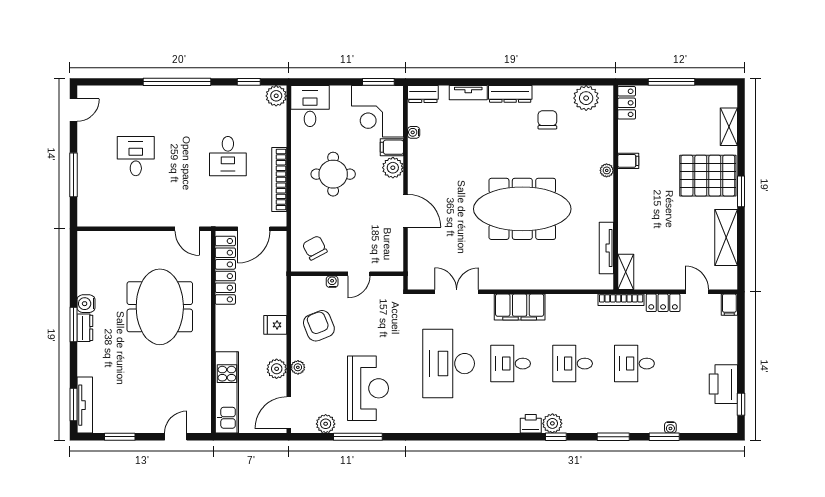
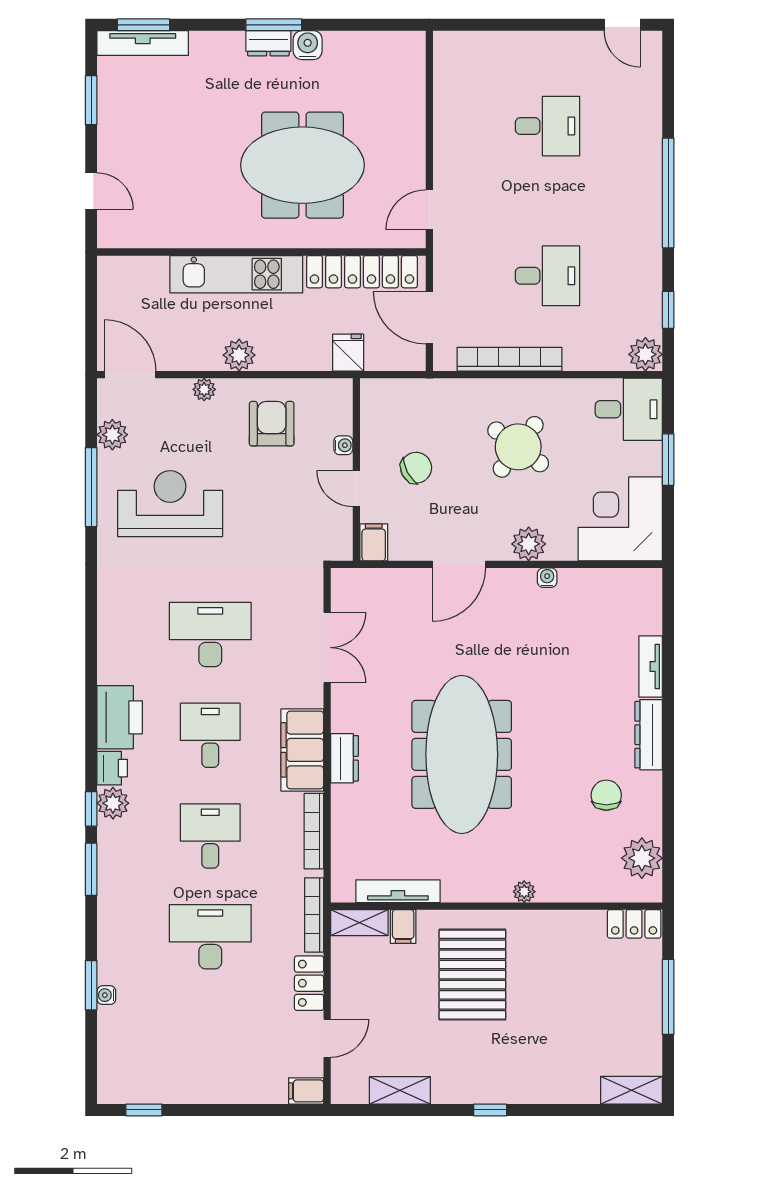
window: (378, 82) -> (668, 460), moved
dresser: (423, 94) -> (344, 758), moved, turned 180
chair: (547, 120) -> (606, 795), turned -90
shelving: (729, 127) -> (631, 1090), moved
water cooler: (414, 132) -> (547, 578), moved
filing cabinet: (392, 147) -> (374, 542), moved
desk: (228, 156) -> (548, 276), turned 180
filing cabinet: (628, 161) -> (403, 927), moved
round table: (333, 174) -> (518, 447), turned 37
window: (74, 175) -> (517, 25), removed
pallet: (708, 176) -> (472, 975), moved
window: (741, 191) -> (490, 1110), width x0.67
shelving: (726, 237) -> (400, 1090), width x0.67, depth x0.75
chair: (315, 248) -> (416, 468), moved
bookcase: (570, 300) -> (314, 831), added
fridge: (275, 325) -> (348, 353), moved
armchair: (319, 326) -> (272, 424), turned -68
desk: (449, 364) -> (210, 635), width x0.73, depth x0.77
desk: (634, 364) -> (210, 937), width x1.37
plant: (277, 369) -> (239, 355), moved
printer: (723, 384) -> (120, 717), moved, turned 90
reception desk: (368, 388) -> (170, 504), turned 180
kitchen unit: (227, 392) -> (236, 274), moved
window: (613, 437) -> (91, 869), moved

